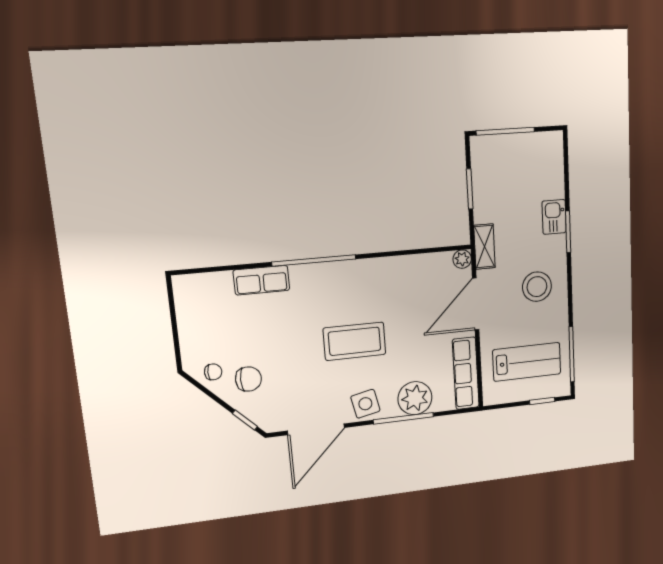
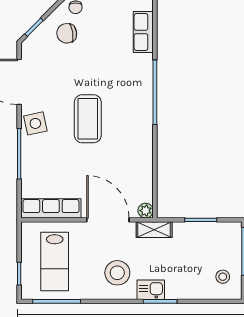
stool: (537, 156) -> (223, 277), added
kitchen sink: (554, 217) -> (151, 290), moved
row of seats: (261, 280) -> (143, 32), moved
chair: (248, 379) -> (67, 33), turned 82
plant: (415, 398) -> (35, 164), removed

